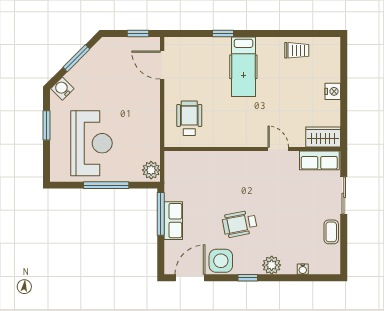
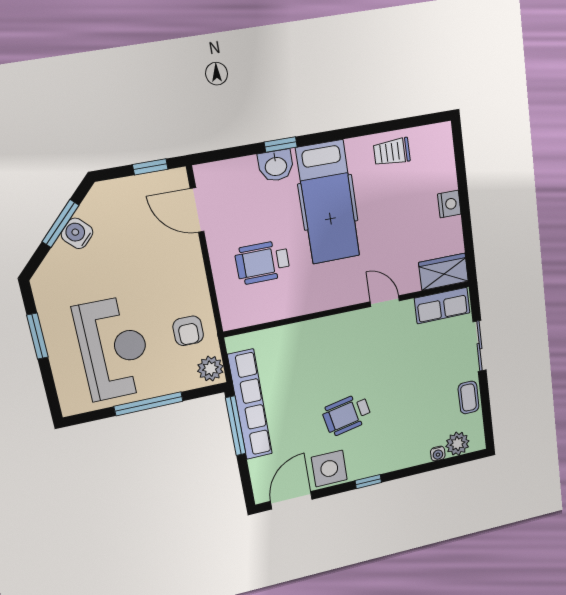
washbasin: (218, 46) -> (276, 166), added
trolley: (297, 50) -> (392, 152), turned 180
hospital bed: (243, 67) -> (328, 202), width x1.37, depth x1.29
water cooler: (62, 89) -> (77, 233), moved
wheelchair: (189, 118) -> (263, 262), moved, turned -90
armchair: (141, 142) -> (188, 331), added
row of seats: (173, 221) -> (250, 405), width x2.02
plant: (272, 265) -> (457, 444), moved

